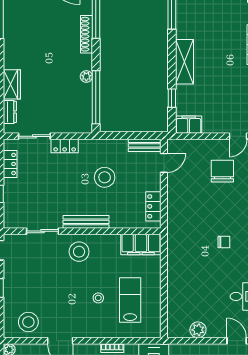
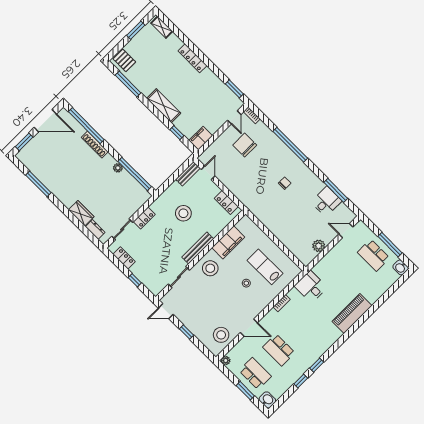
filing cabinet: (141, 244) -> (228, 242), moved

